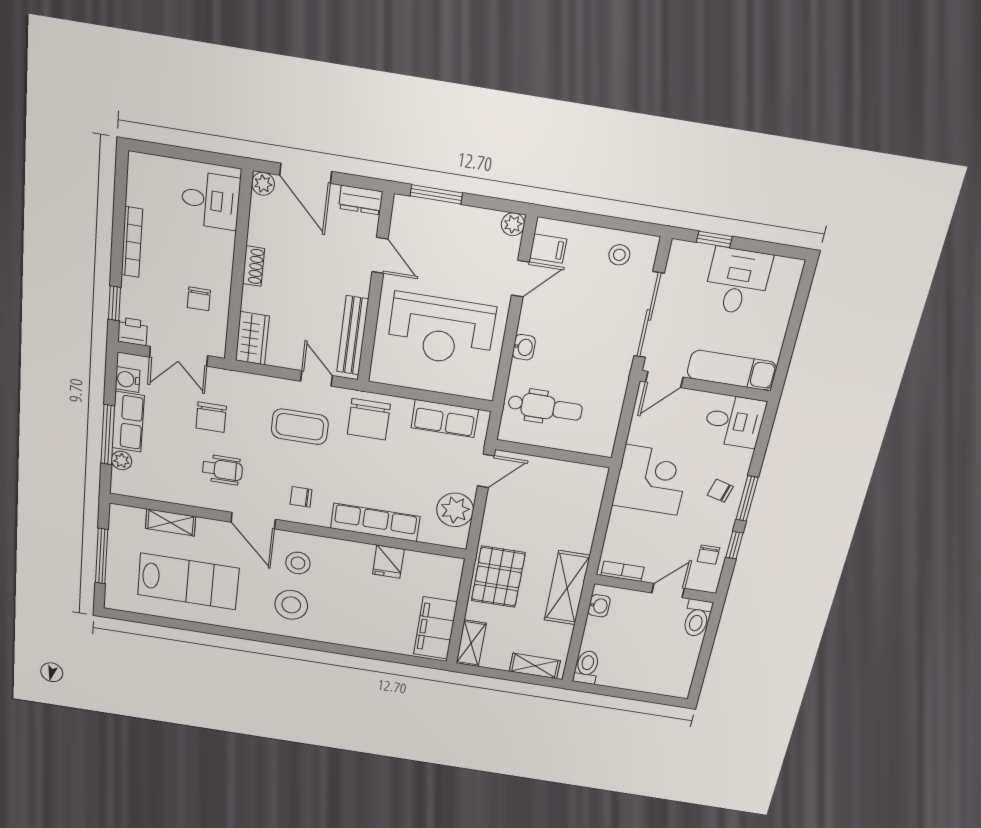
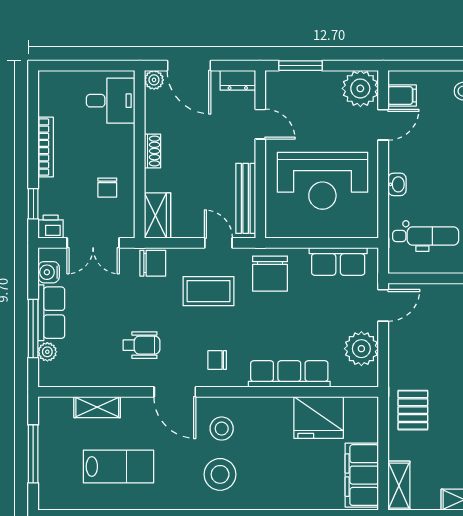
plant: (513, 224) -> (360, 88), width x1.87, depth x1.87
chair: (211, 417) -> (153, 263), moved, turned -90
fridge: (388, 562) -> (319, 418), width x1.88, depth x1.34
pallet: (498, 577) -> (413, 410), width x0.67, depth x0.71
lab bench: (188, 581) -> (118, 466), width x0.73, depth x0.72

